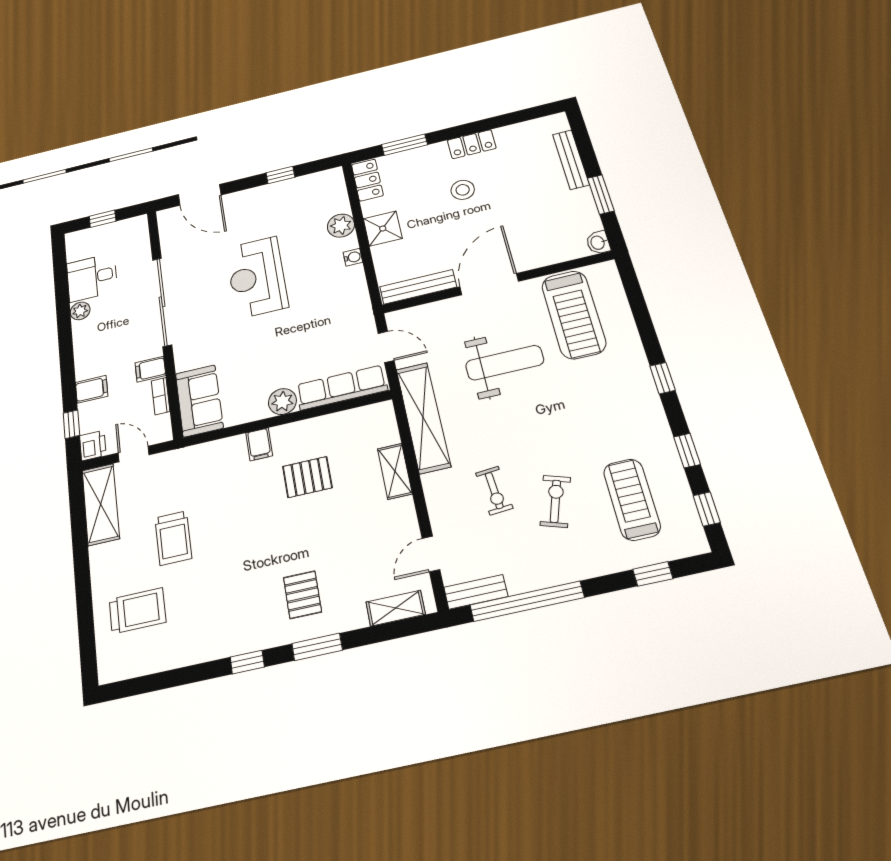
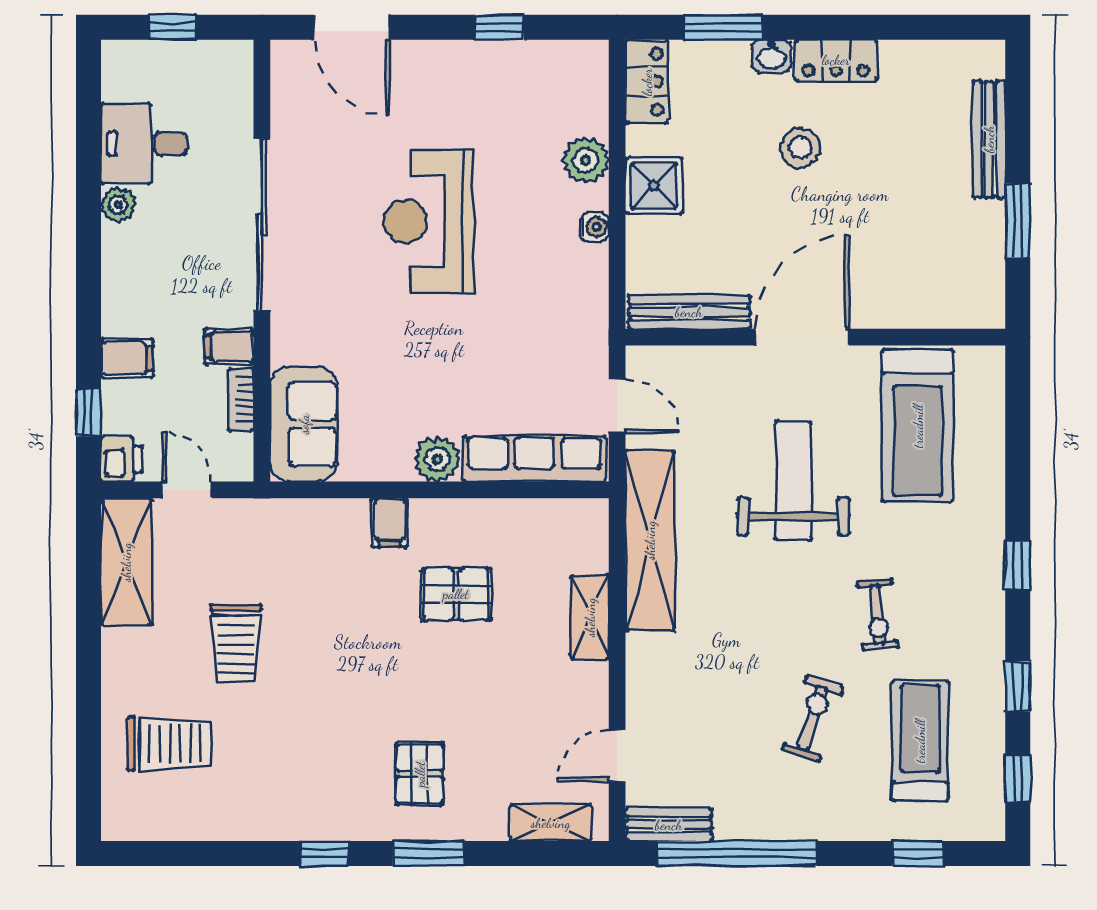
washbasin: (598, 243) -> (771, 56), moved, turned -90
weight bench: (505, 363) -> (793, 480), turned -90
exercise bike: (494, 491) -> (877, 615), moved

